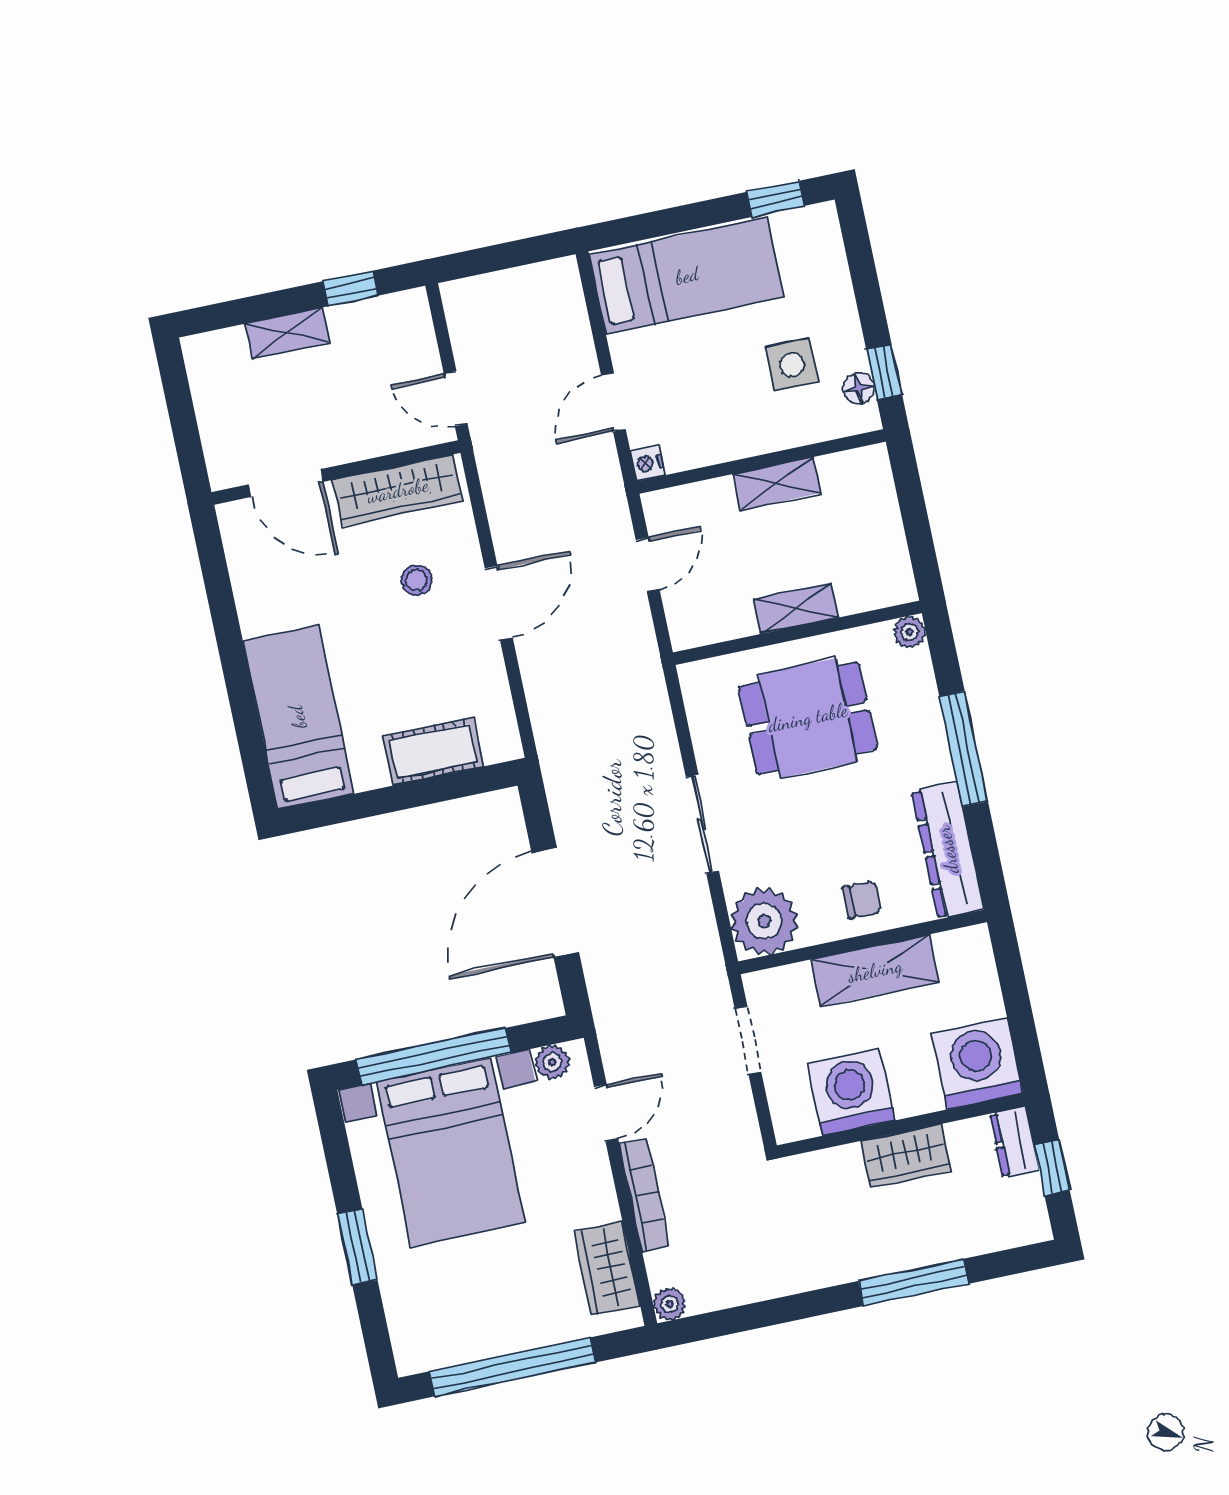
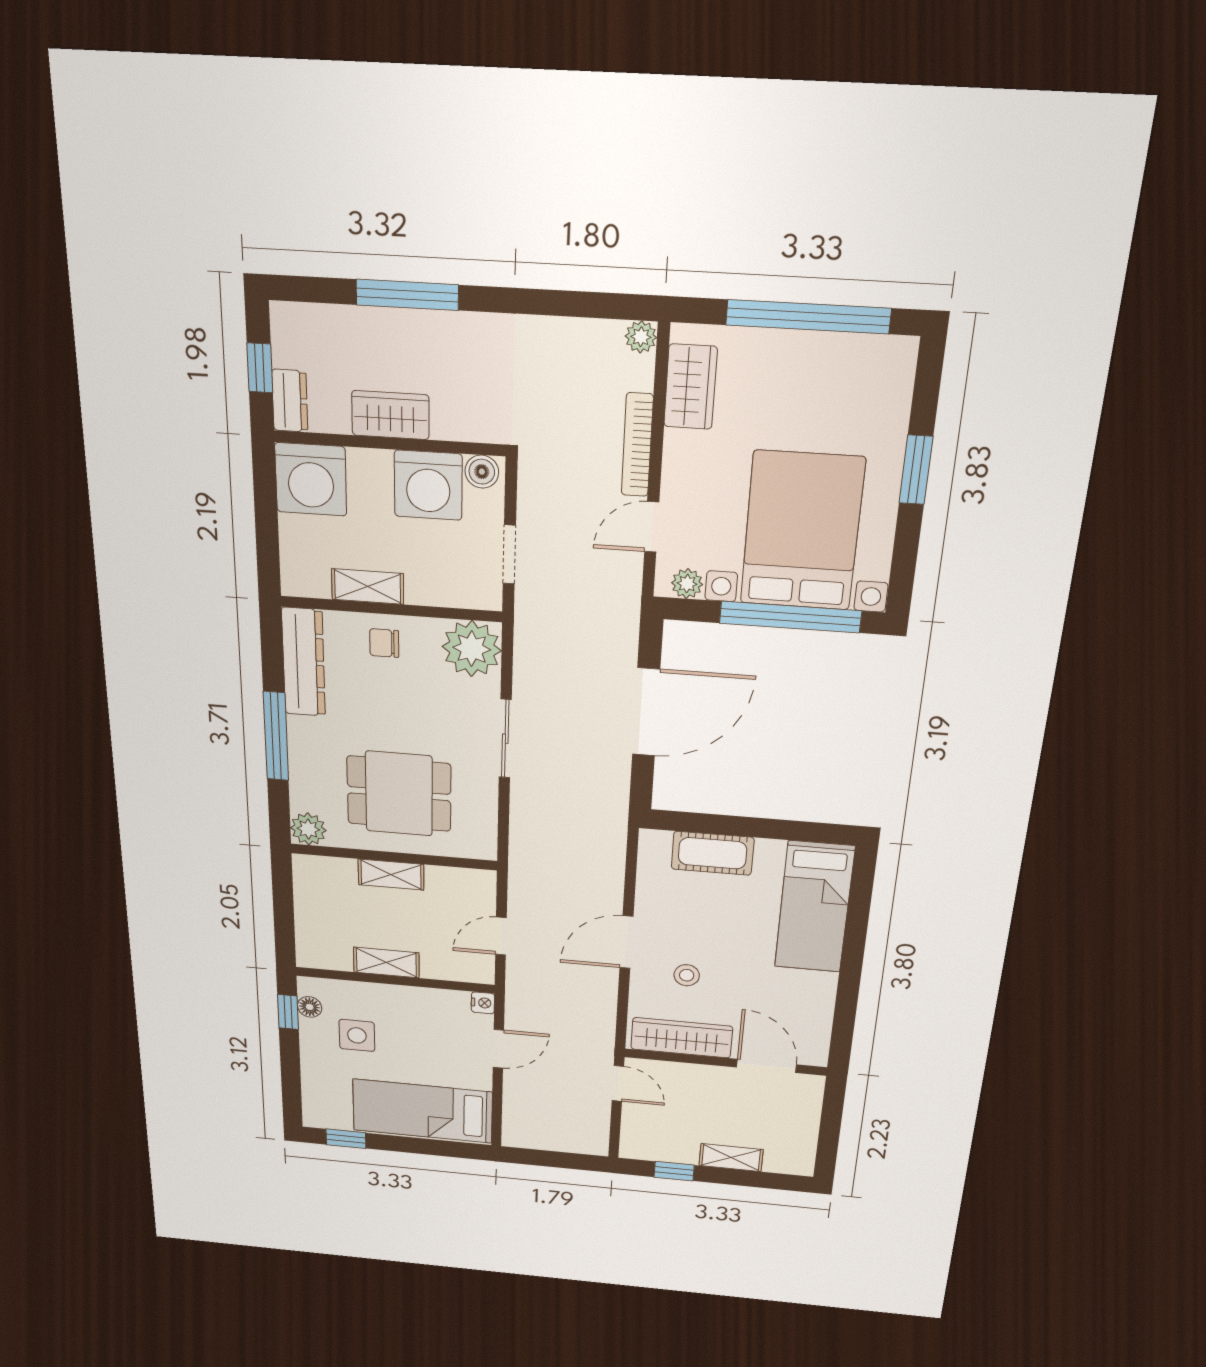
plant: (910, 632) -> (308, 829), width x1.38, depth x1.38
shelving: (875, 971) -> (368, 586), width x0.67, depth x0.75
boiler: (798, 1122) -> (482, 472), added

